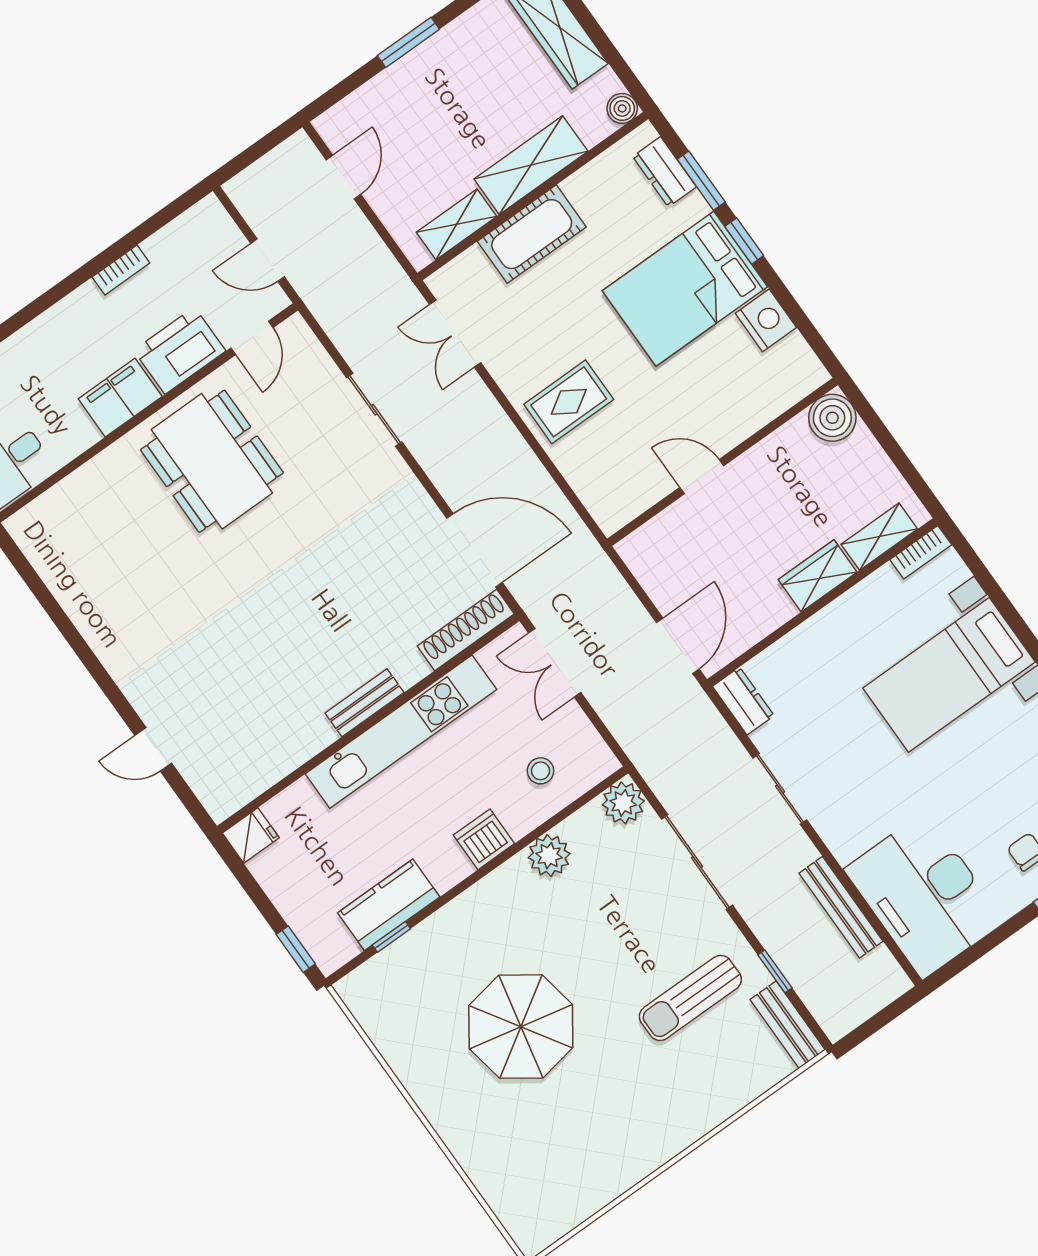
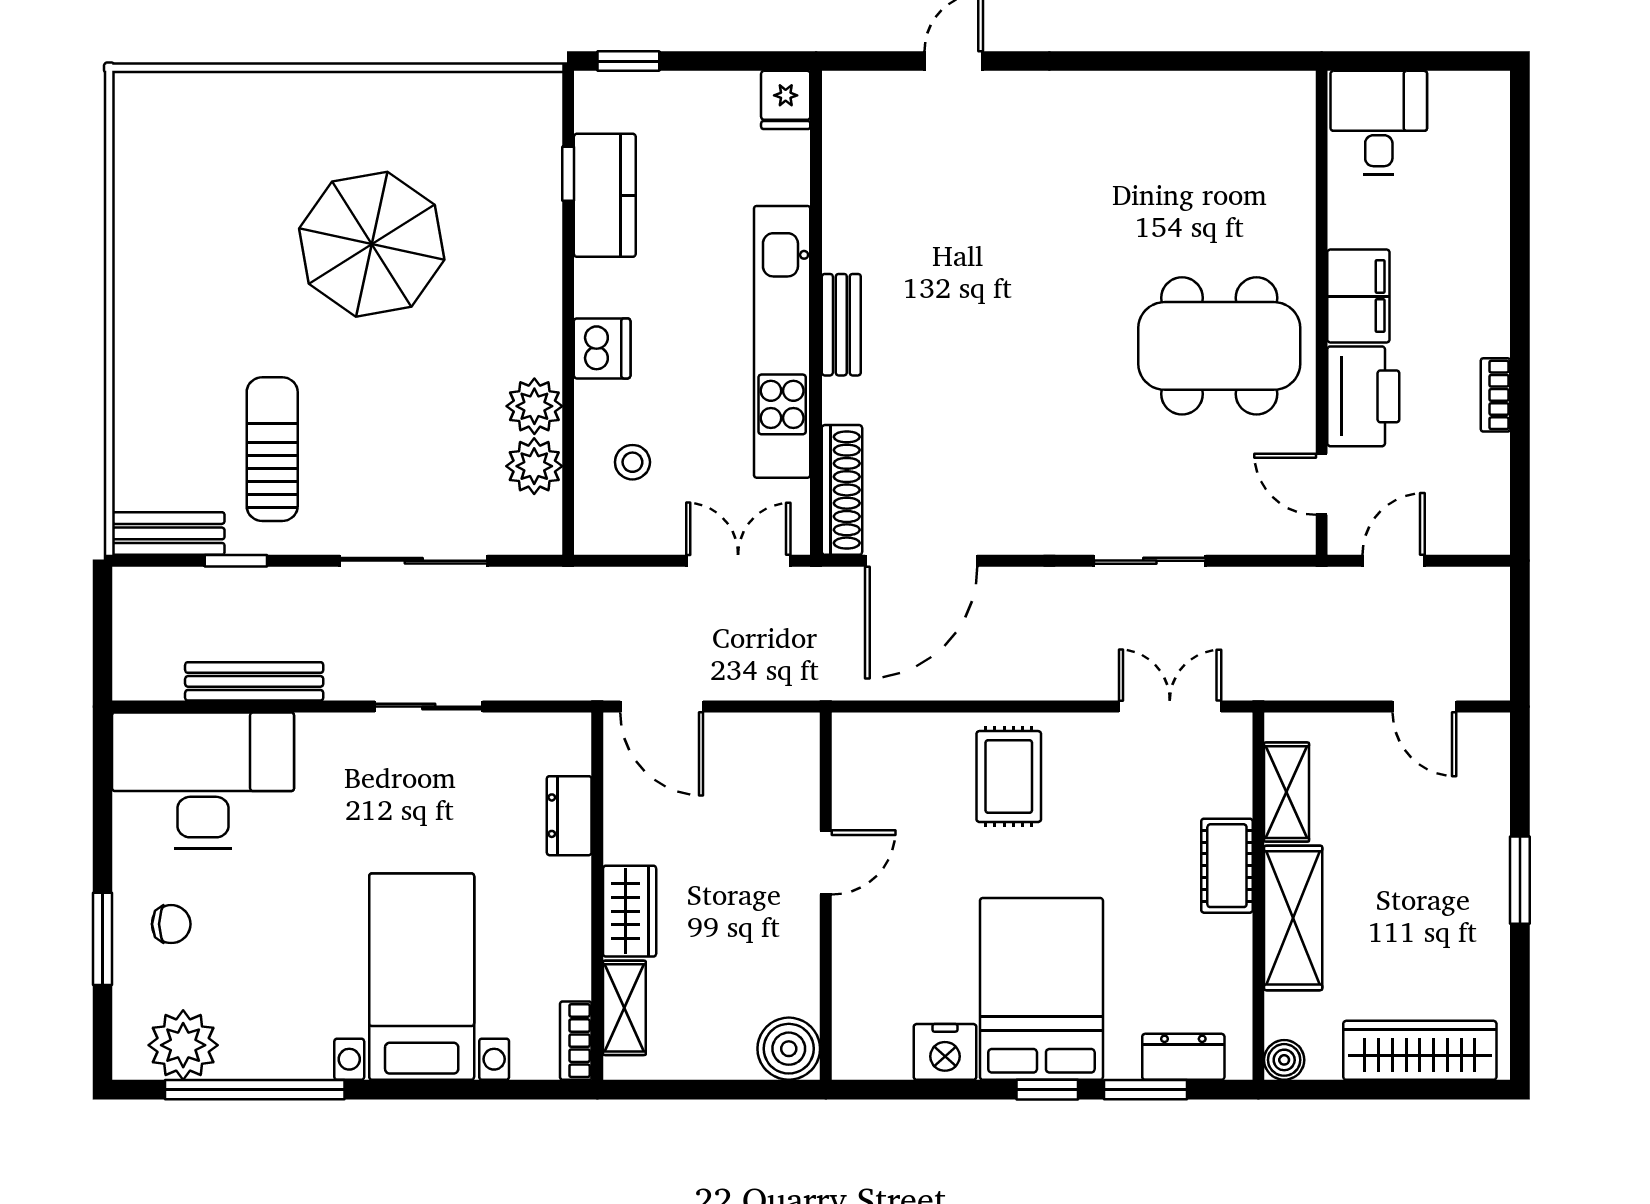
cot: (532, 234) -> (1227, 866), width x0.73, depth x0.75
dresser: (743, 701) -> (569, 816), moved, turned 90
plant: (623, 803) -> (534, 466), moved

